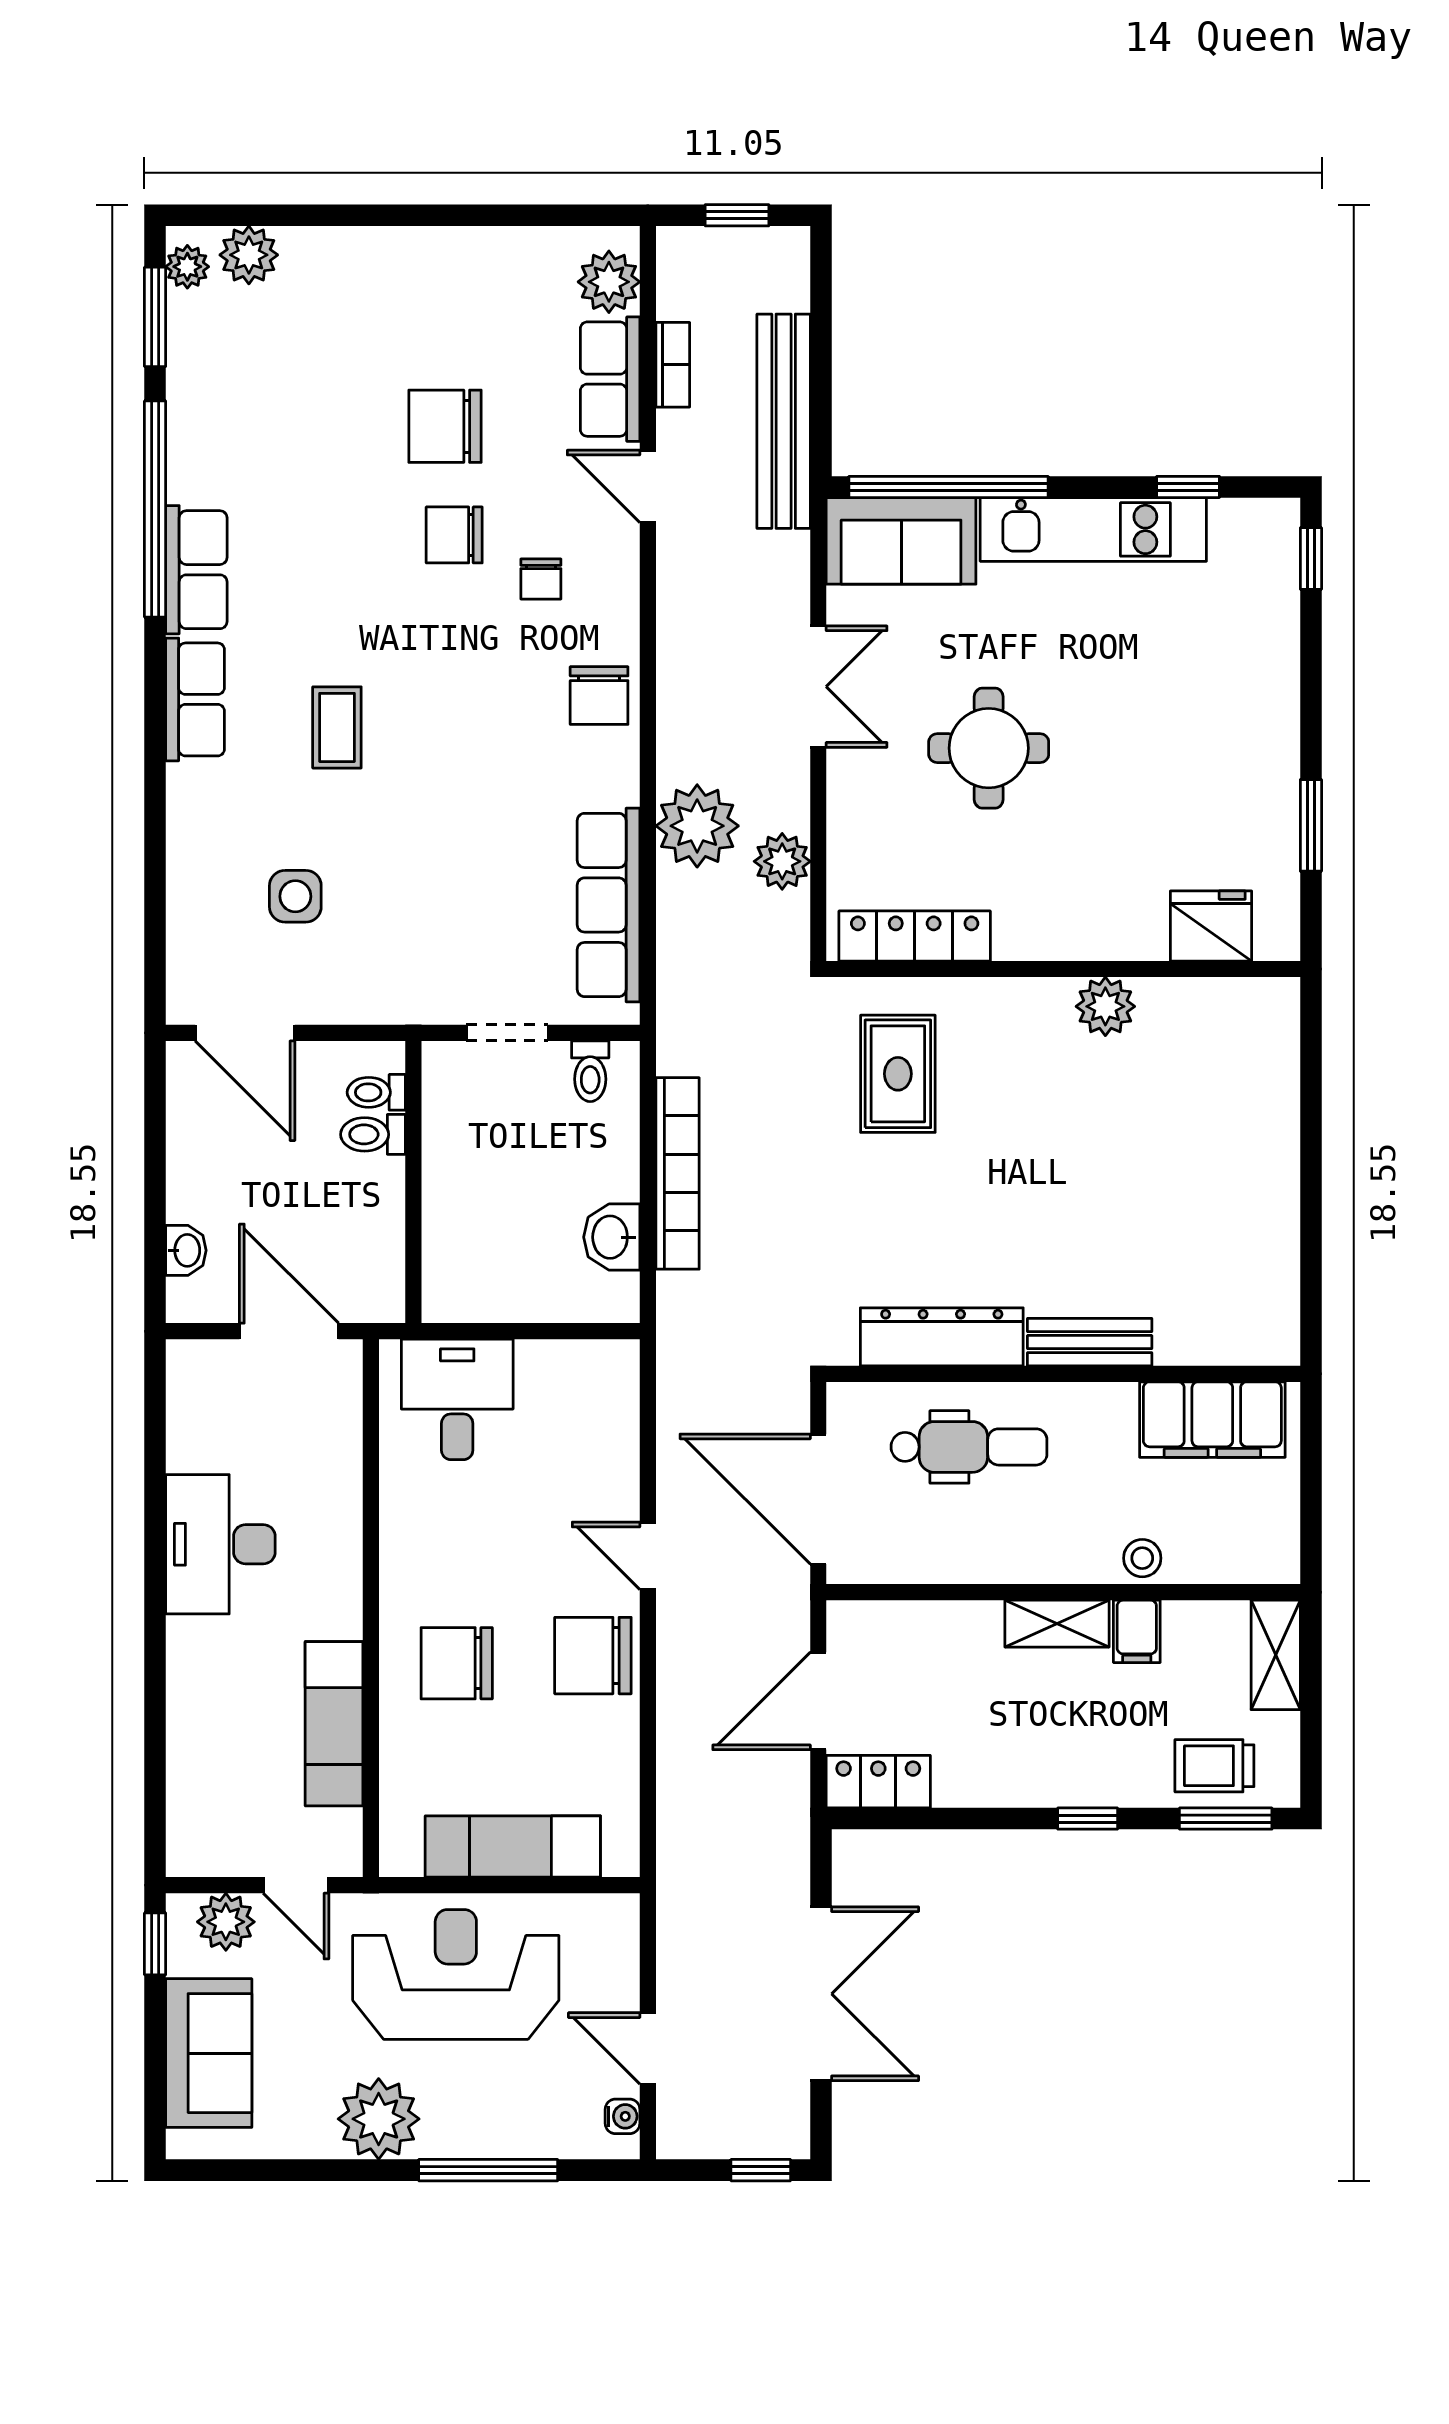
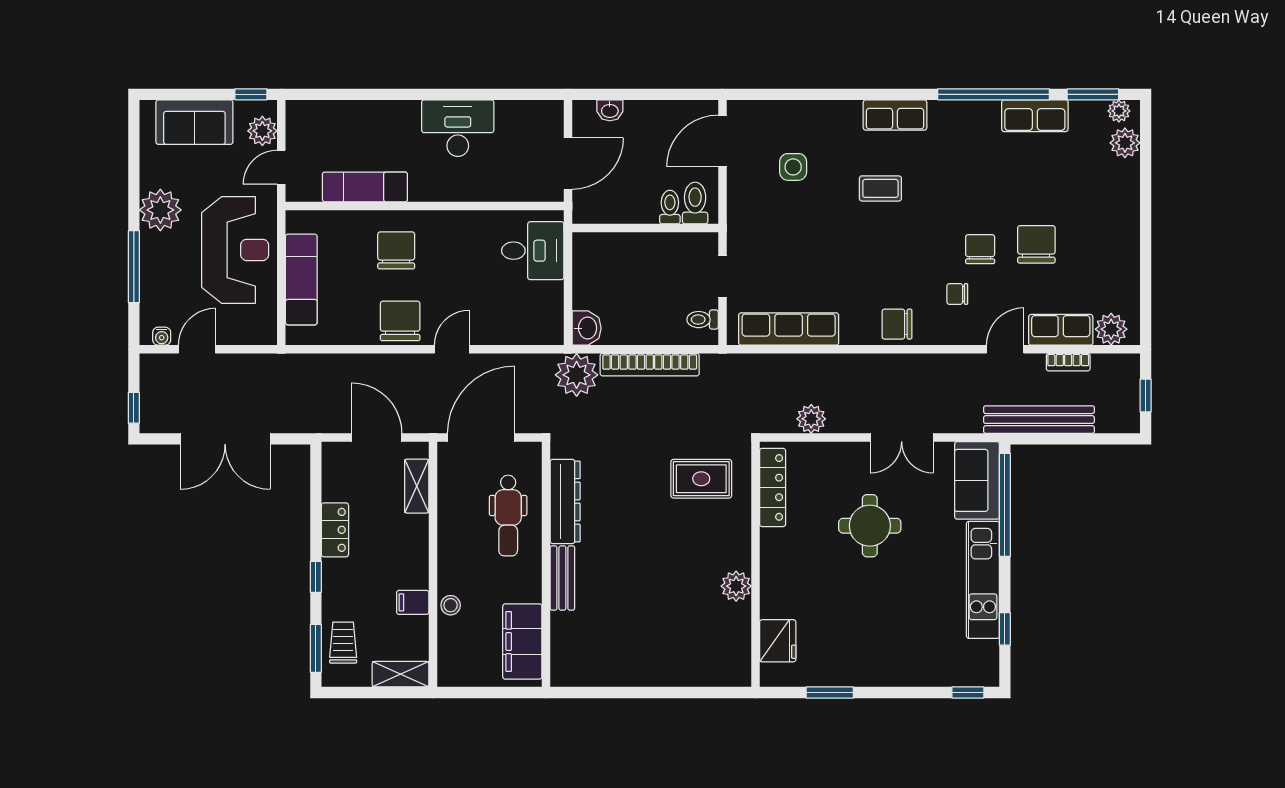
row of seats: (196, 570) -> (1035, 116), moved
plant: (697, 826) -> (577, 375), moved
toilet: (376, 1092) -> (695, 203), width x1.37, depth x1.39
washbasin: (612, 1237) -> (587, 328), moved, turned 90
shelving: (1057, 1624) -> (417, 486), moved
locker: (878, 1782) -> (335, 530), moved

